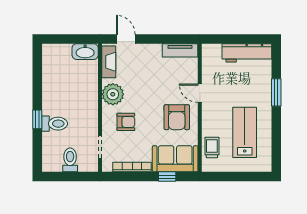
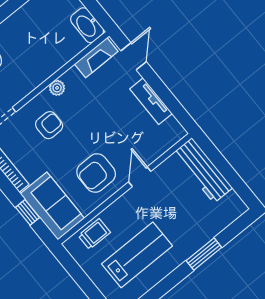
tv unit: (180, 50) -> (151, 101), moved
workbench: (247, 53) -> (203, 170), moved
plant: (113, 94) -> (57, 88), width x0.53, depth x0.53
armchair: (126, 122) -> (49, 125), turned -90

